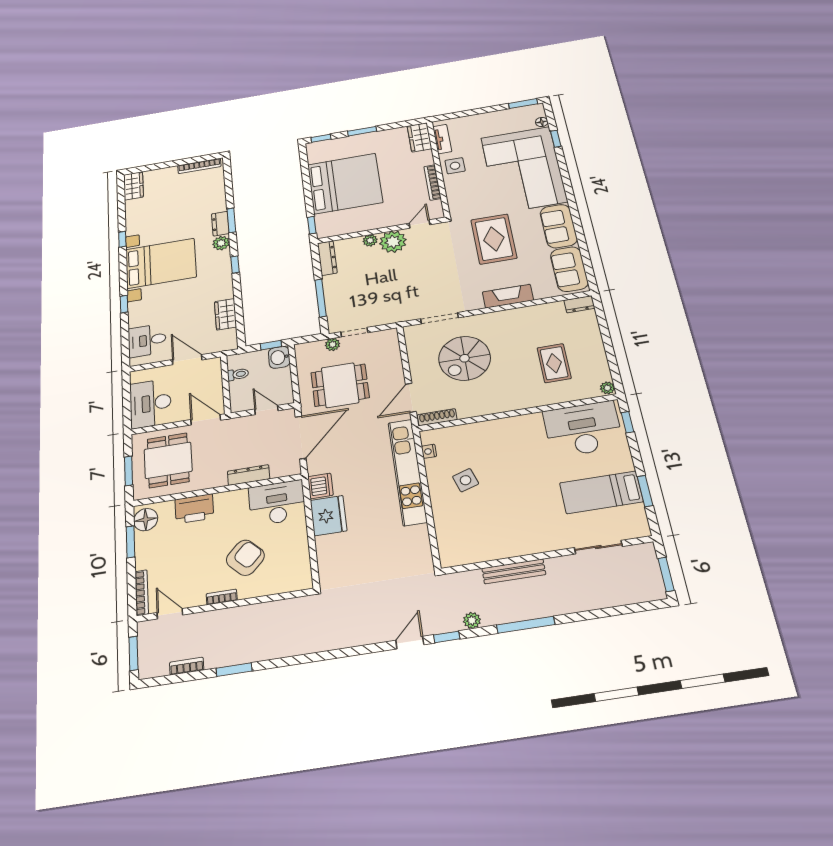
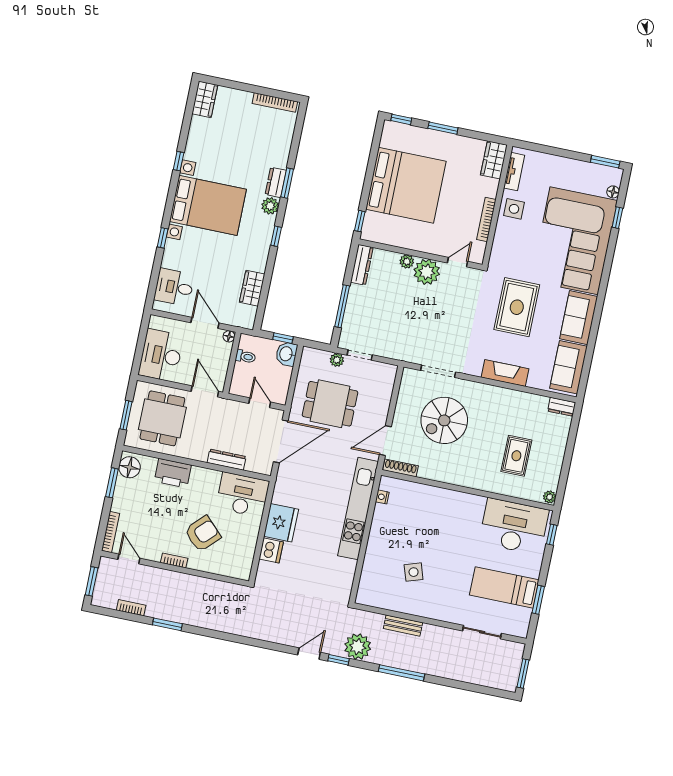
floor lamp: (215, 363) -> (229, 336), added
side table: (466, 480) -> (414, 572), moved
dishwasher: (320, 486) -> (271, 550), moved
bench: (514, 571) -> (403, 626), width x0.73
plant: (472, 620) -> (358, 647), width x1.87, depth x1.87

